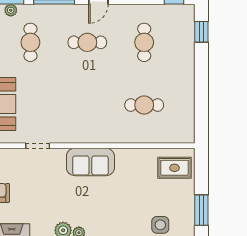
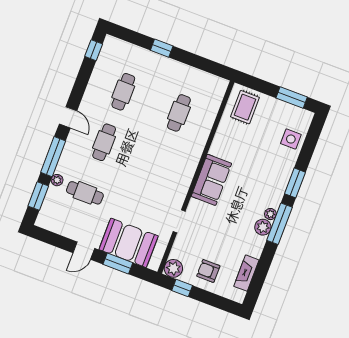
plant: (11, 10) -> (57, 180), moved
window: (201, 32) -> (162, 48), moved
cafe table: (144, 42) -> (123, 92), turned 90

